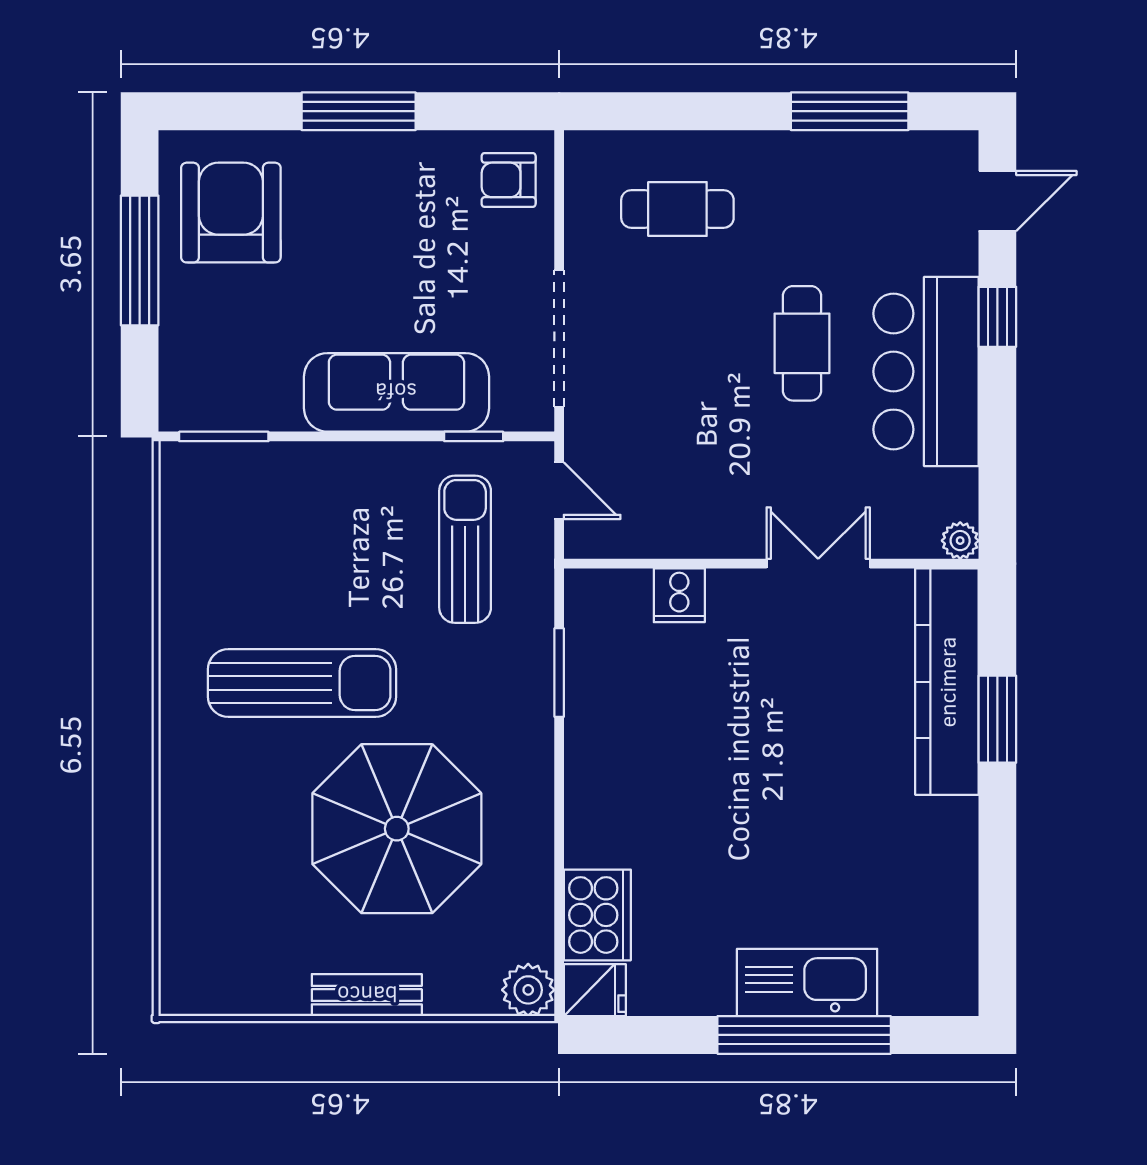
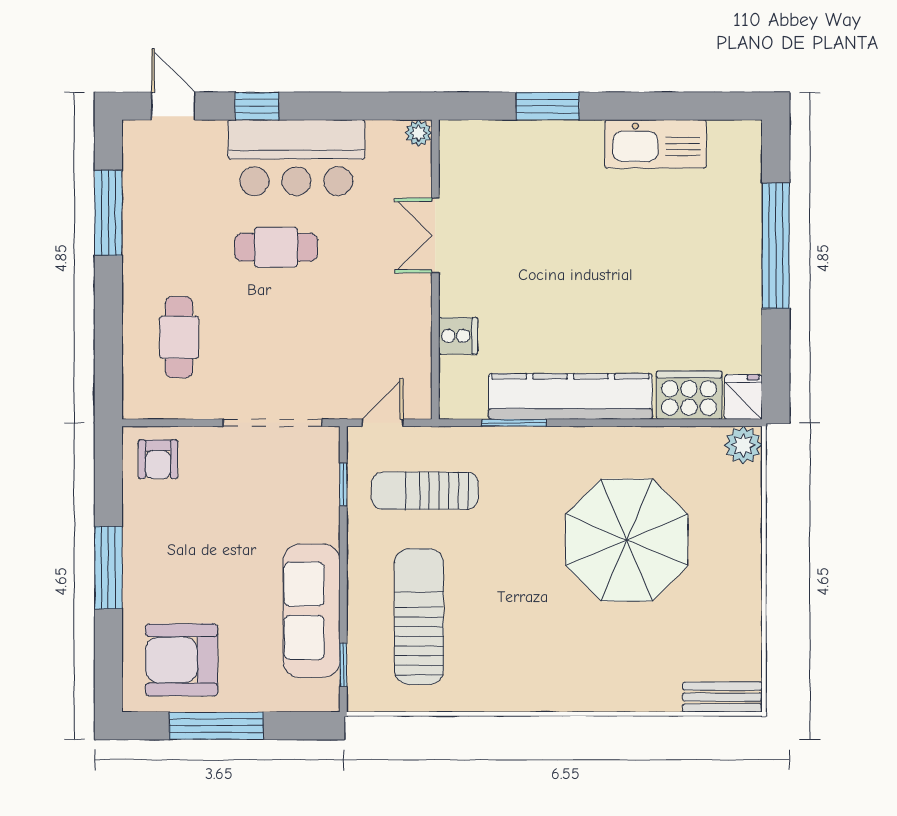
sofa: (396, 392) -> (312, 611), moved
window: (224, 436) -> (343, 665), width x0.67
kitchen counter: (947, 682) -> (570, 396), moved, turned 180
sun lounger: (302, 683) -> (419, 617), moved
kitchen sink: (807, 982) -> (656, 144), moved, turned -90
bench: (367, 995) -> (722, 697), moved, turned 90

